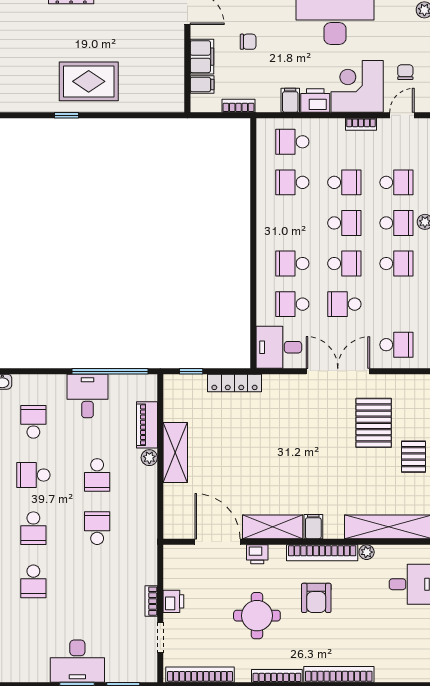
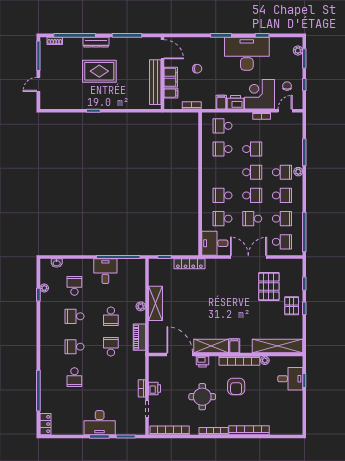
bench: (175, 65) -> (155, 82), added
rug: (89, 81) -> (99, 71), moved
school desk: (396, 182) -> (282, 219), moved
piano: (147, 425) -> (139, 337), moved
school desk: (33, 528) -> (74, 347), turned 90

